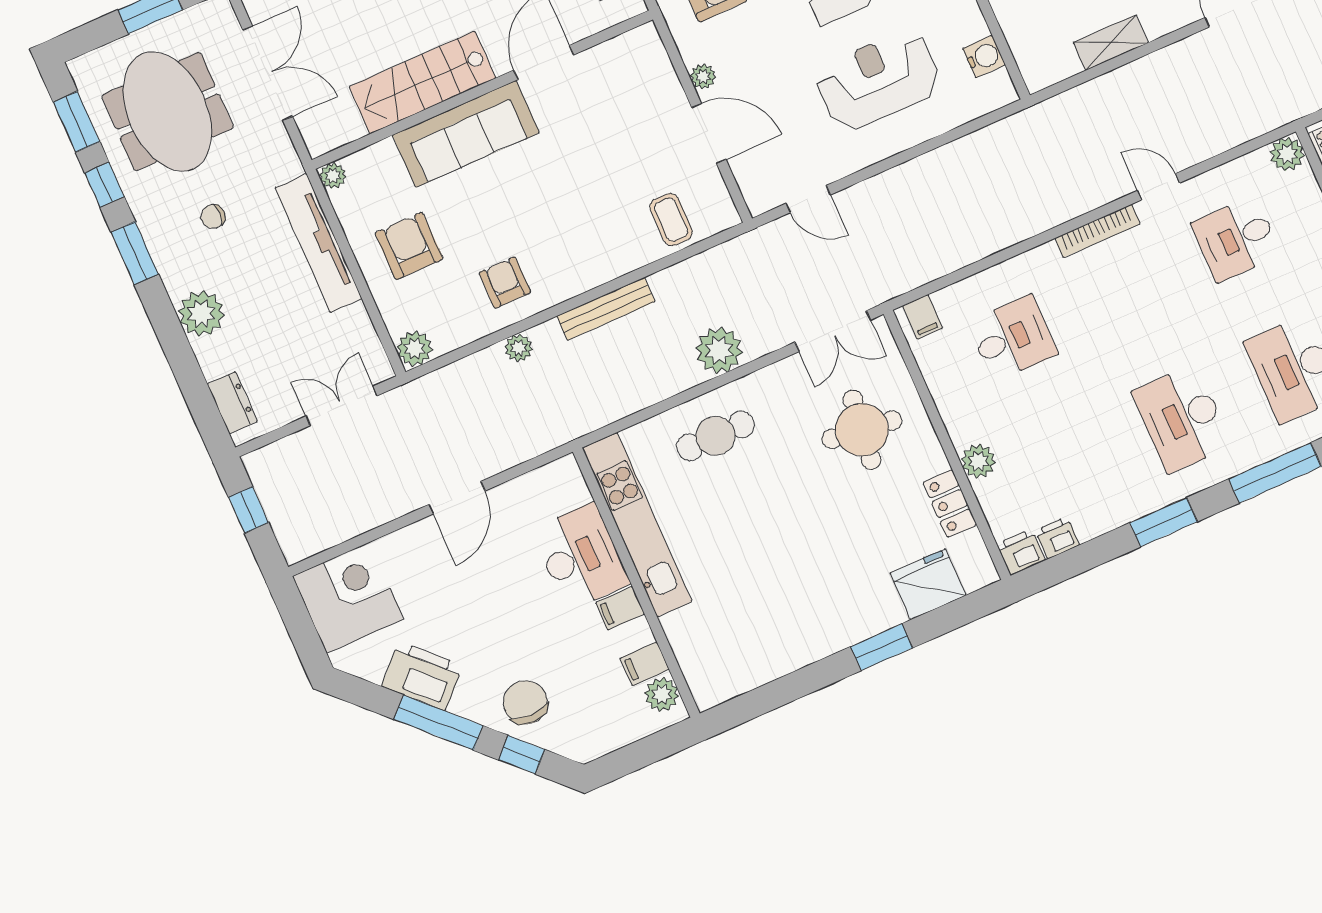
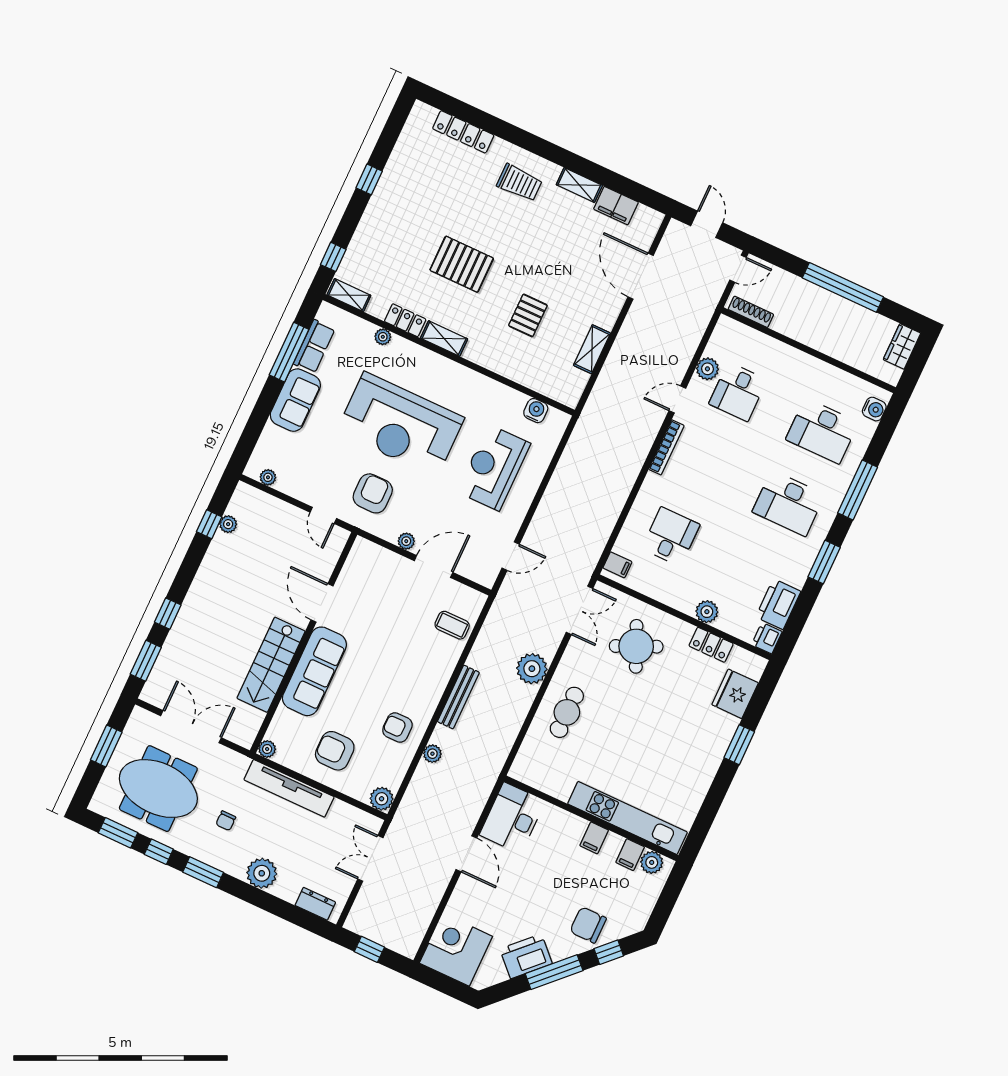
plant: (1287, 154) -> (707, 369), moved
round table: (862, 430) -> (636, 646), turned -31
kitchen unit: (637, 525) -> (628, 818), moved
printer: (1057, 538) -> (778, 604), width x1.87, depth x1.48
desk: (581, 557) -> (512, 818), moved, turned -90

